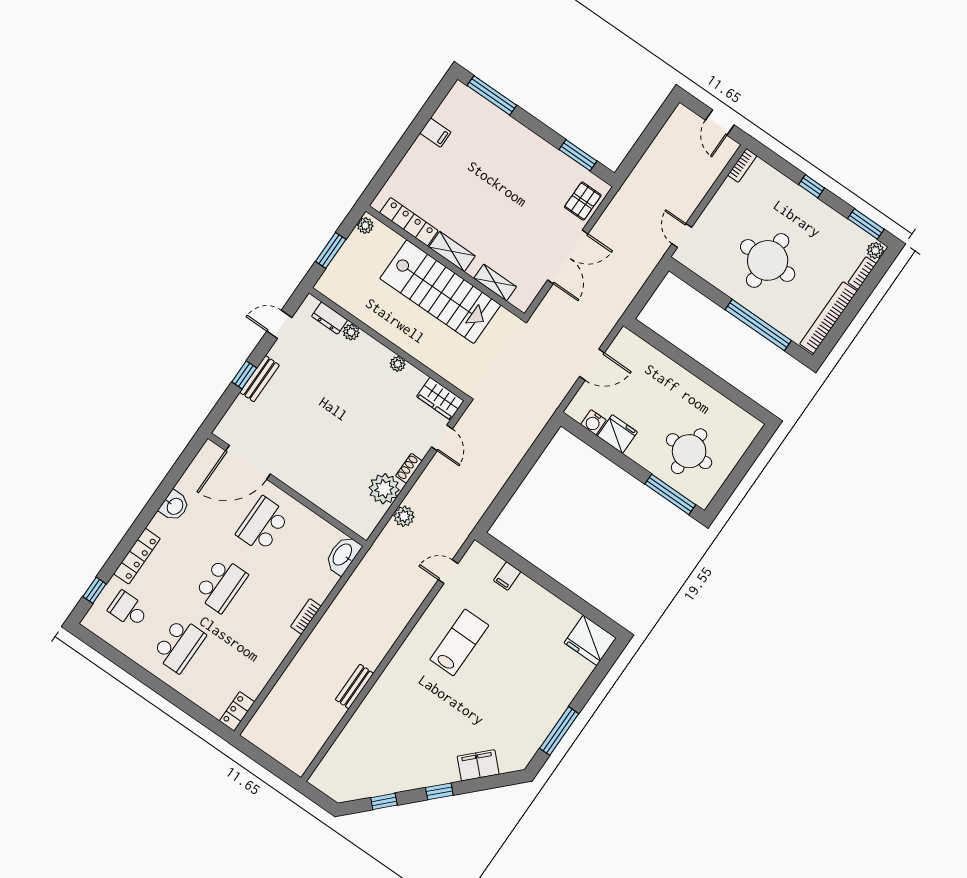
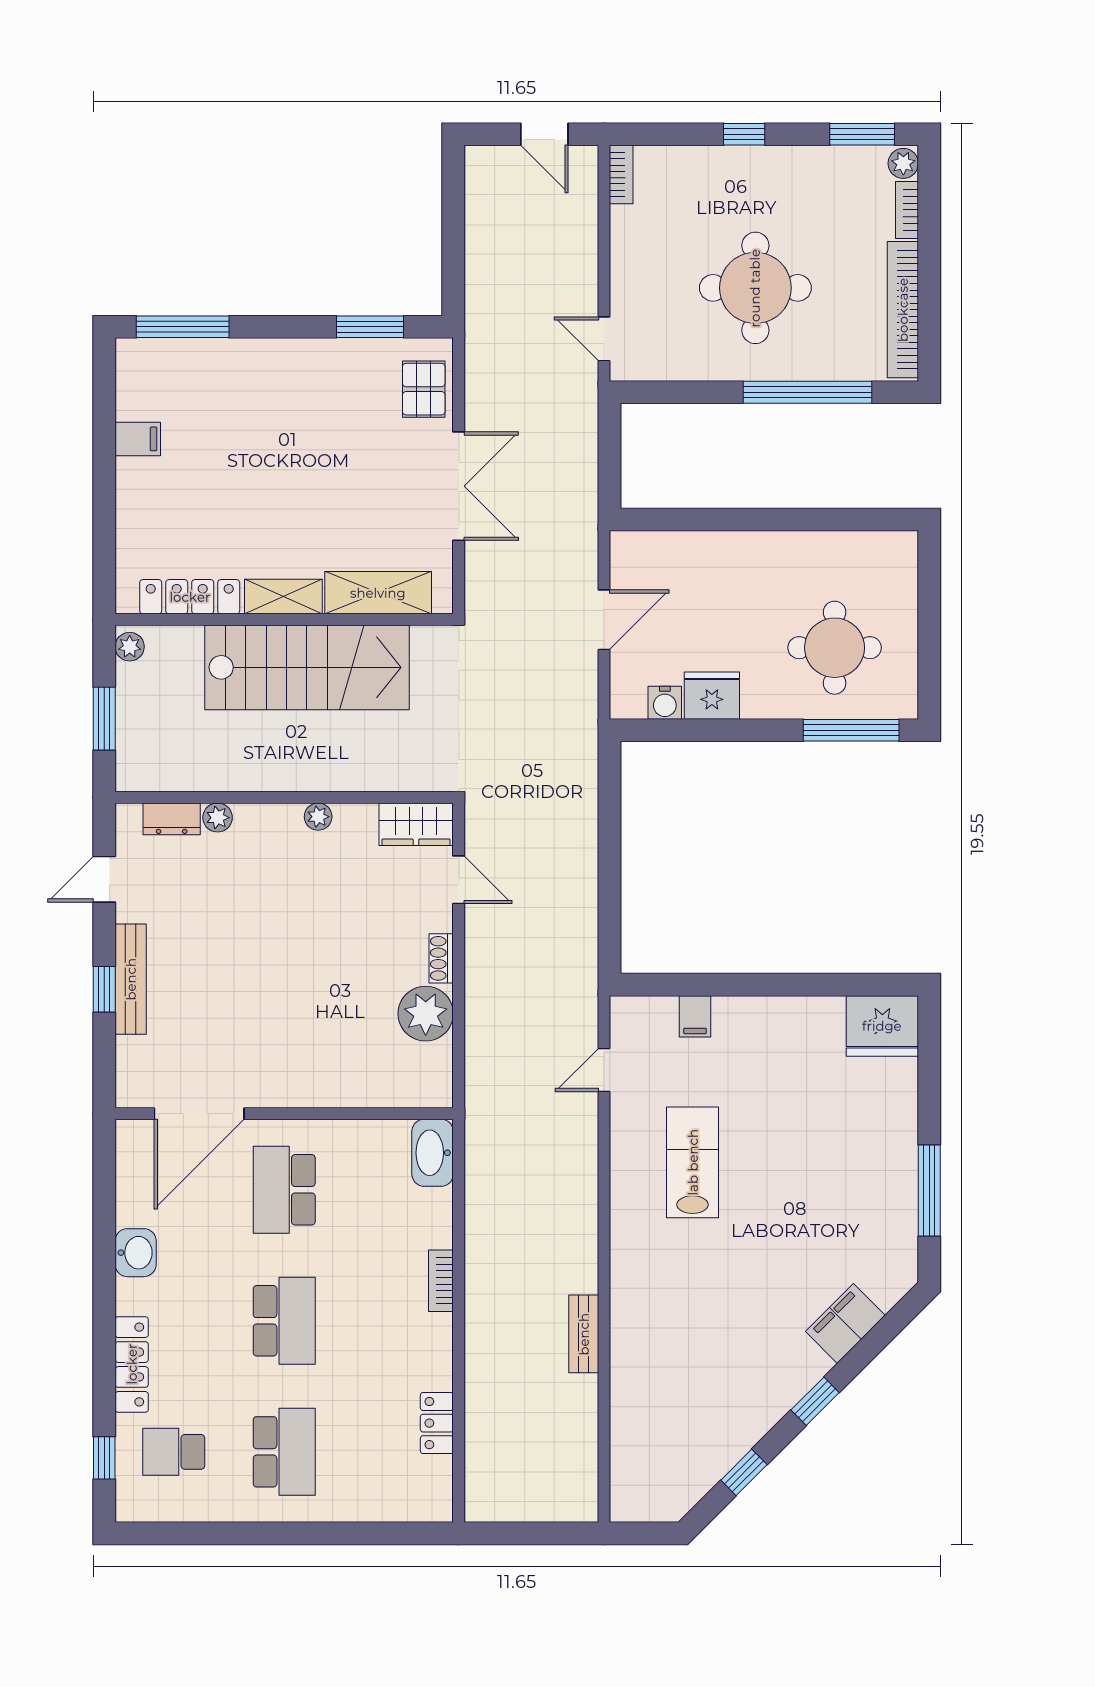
shelving: (495, 282) -> (378, 593), width x1.50, depth x1.33
bench: (260, 379) -> (131, 979), width x1.36
plant: (404, 516) -> (483, 1034), removed
locker: (237, 711) -> (437, 1423), moved

